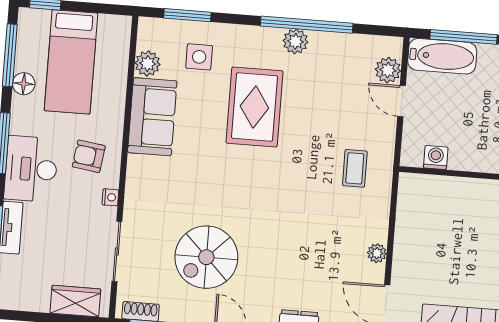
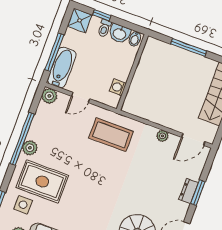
plant: (388, 70) -> (49, 96), moved
rug: (254, 107) -> (42, 181), moved
coffee table: (355, 168) -> (111, 135), width x1.86, depth x1.72

